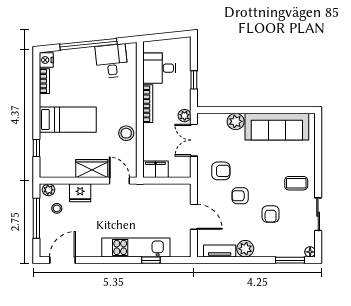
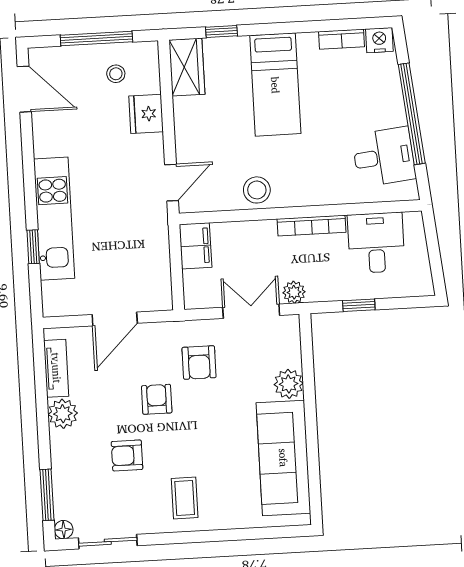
wardrobe: (92, 168) -> (187, 67), moved
plant: (49, 190) -> (148, 57), removed
sliding door: (318, 214) -> (108, 542), moved

